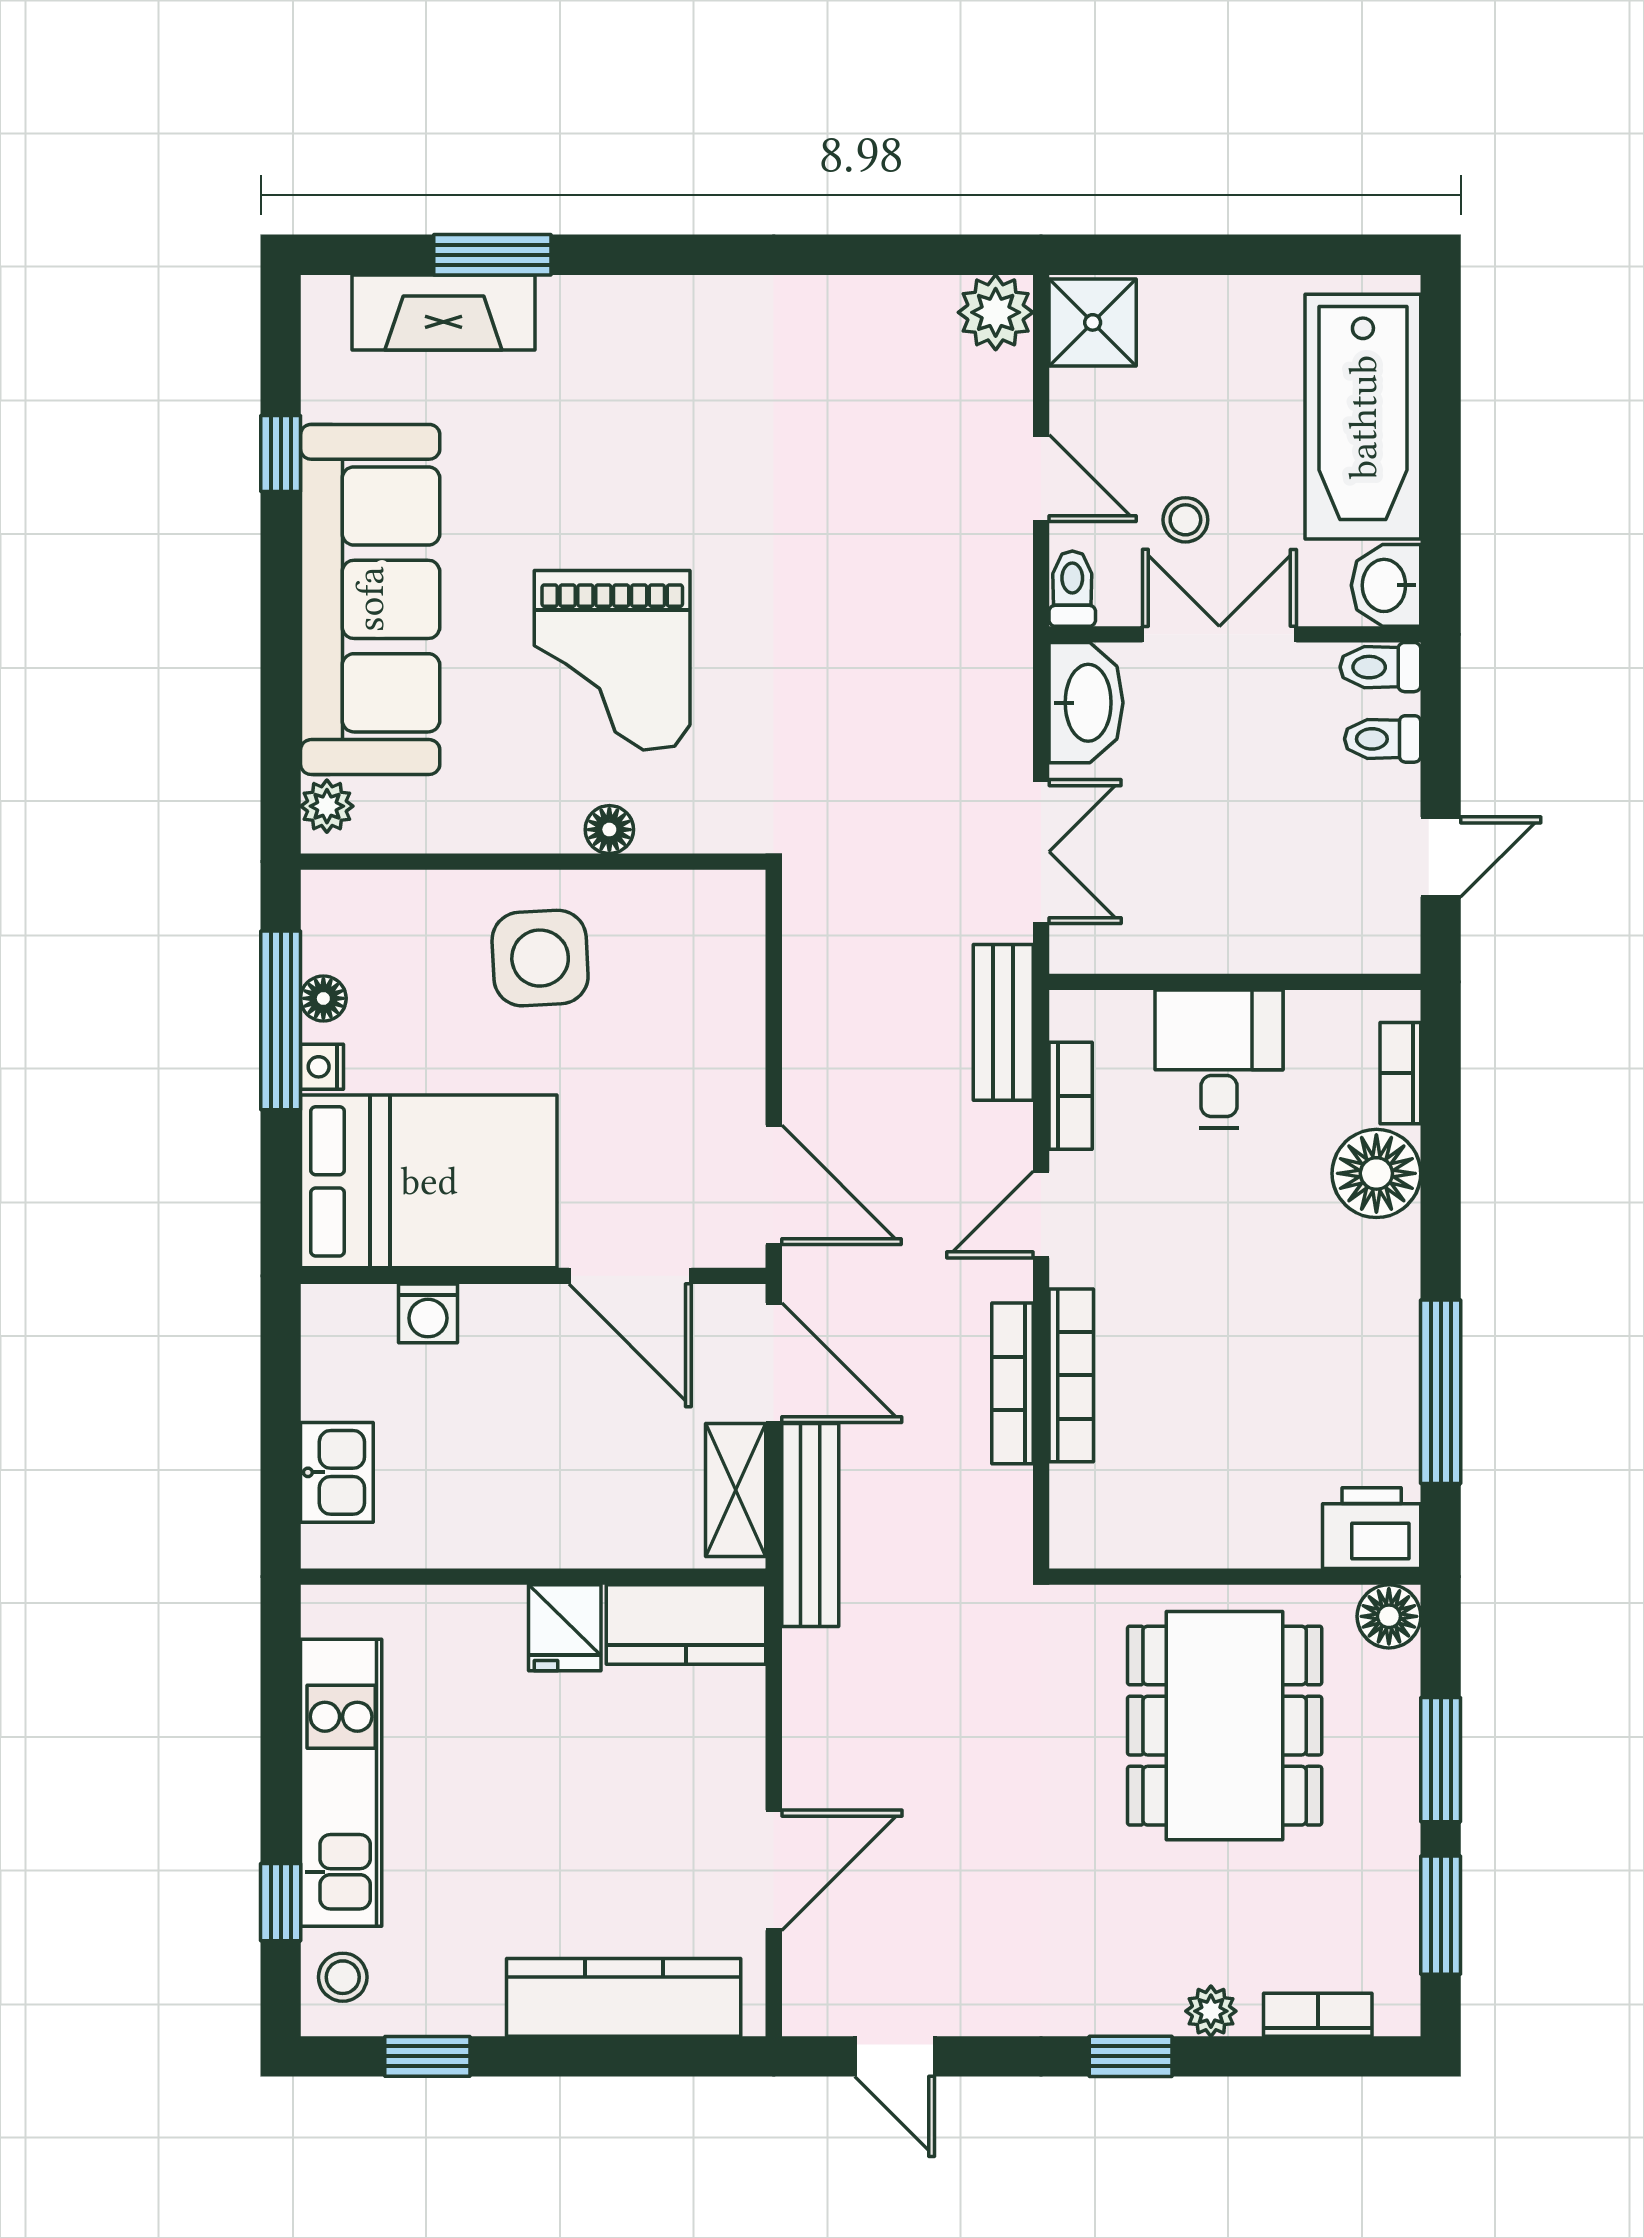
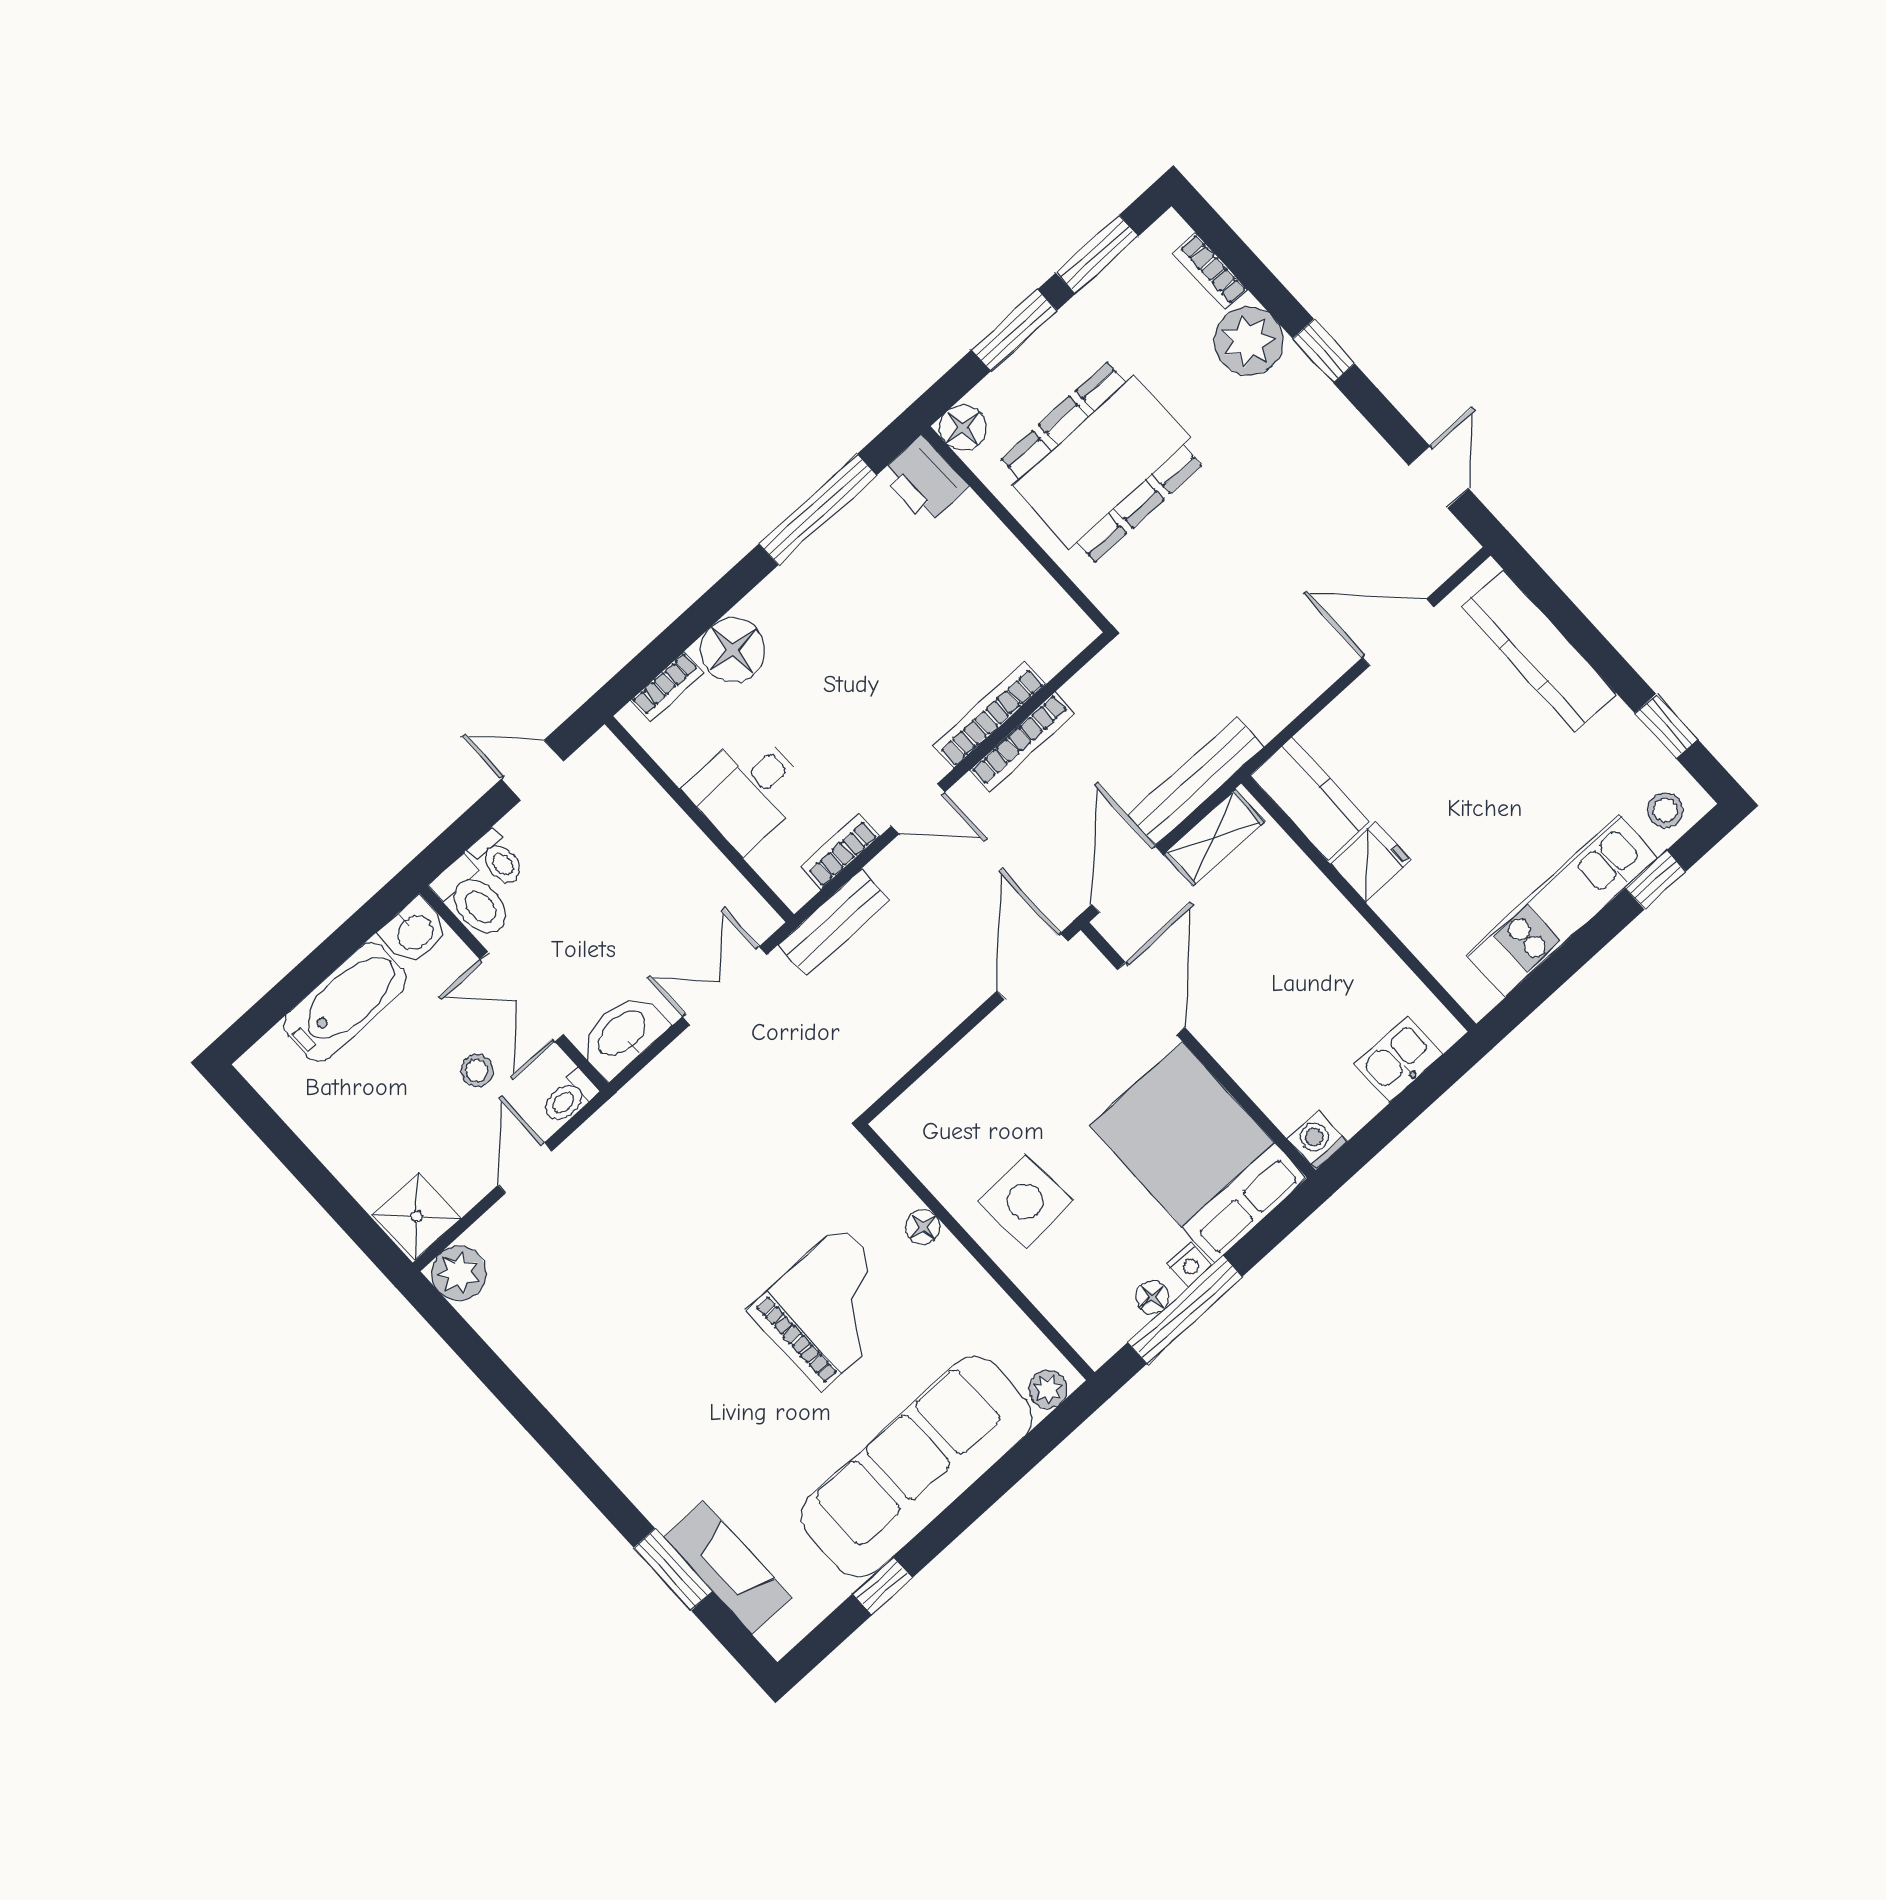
bathtub: (1363, 417) -> (345, 1002), width x0.73, depth x0.73
toilet: (1380, 667) -> (473, 899), width x1.37, depth x1.39
washing machine: (428, 1313) -> (1317, 1140), moved, turned -90
plant: (1211, 2011) -> (1249, 341), width x1.88, depth x1.88

